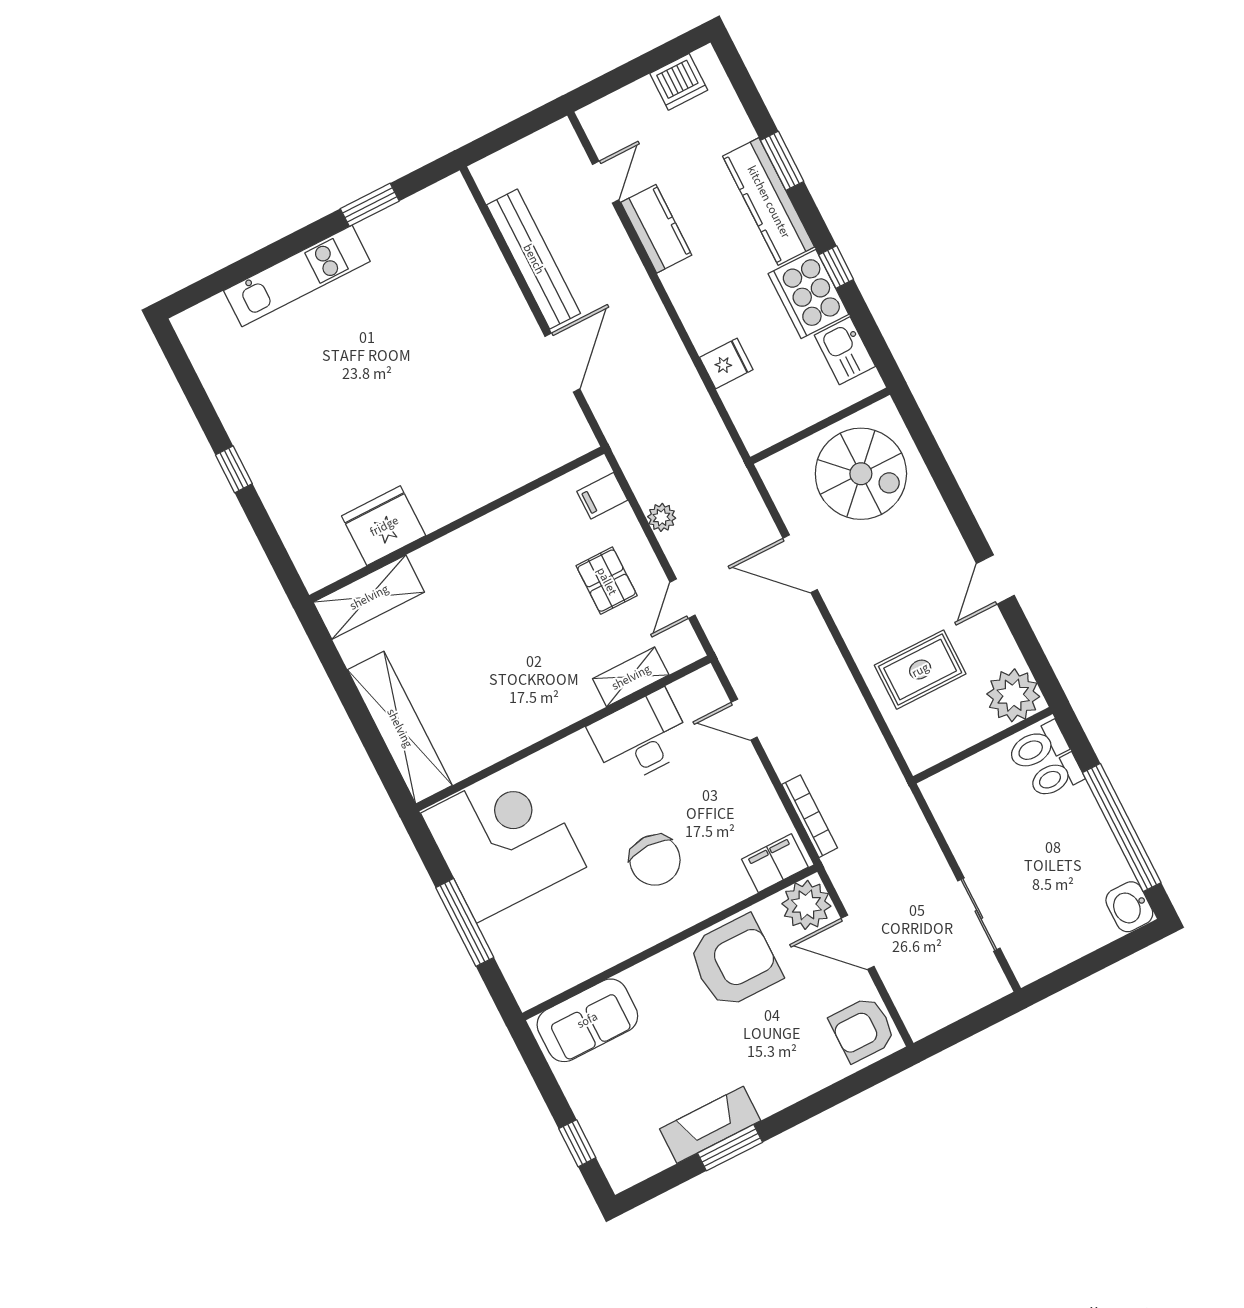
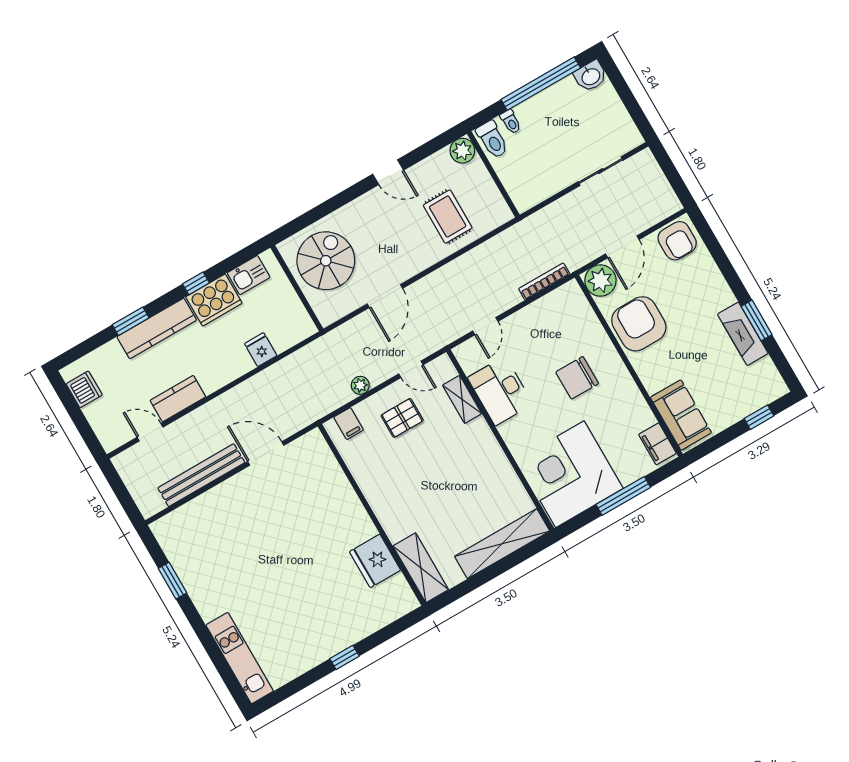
kitchen unit: (297, 276) -> (240, 658), moved
plant: (1013, 695) -> (462, 151), width x0.73, depth x0.73
toilet: (1056, 776) -> (511, 122), width x0.73, depth x0.72
chair: (655, 860) -> (577, 378), turned 180
filing cabinet: (775, 863) -> (657, 444), moved

